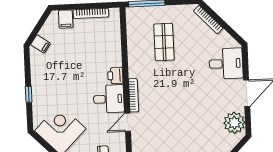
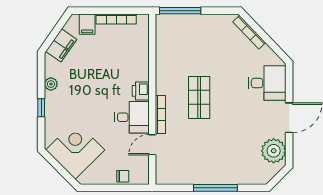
shop shelf: (164, 42) -> (199, 97), moved
filing cabinet: (40, 44) -> (61, 45), width x2.00
plant: (36, 73) -> (51, 84), added

